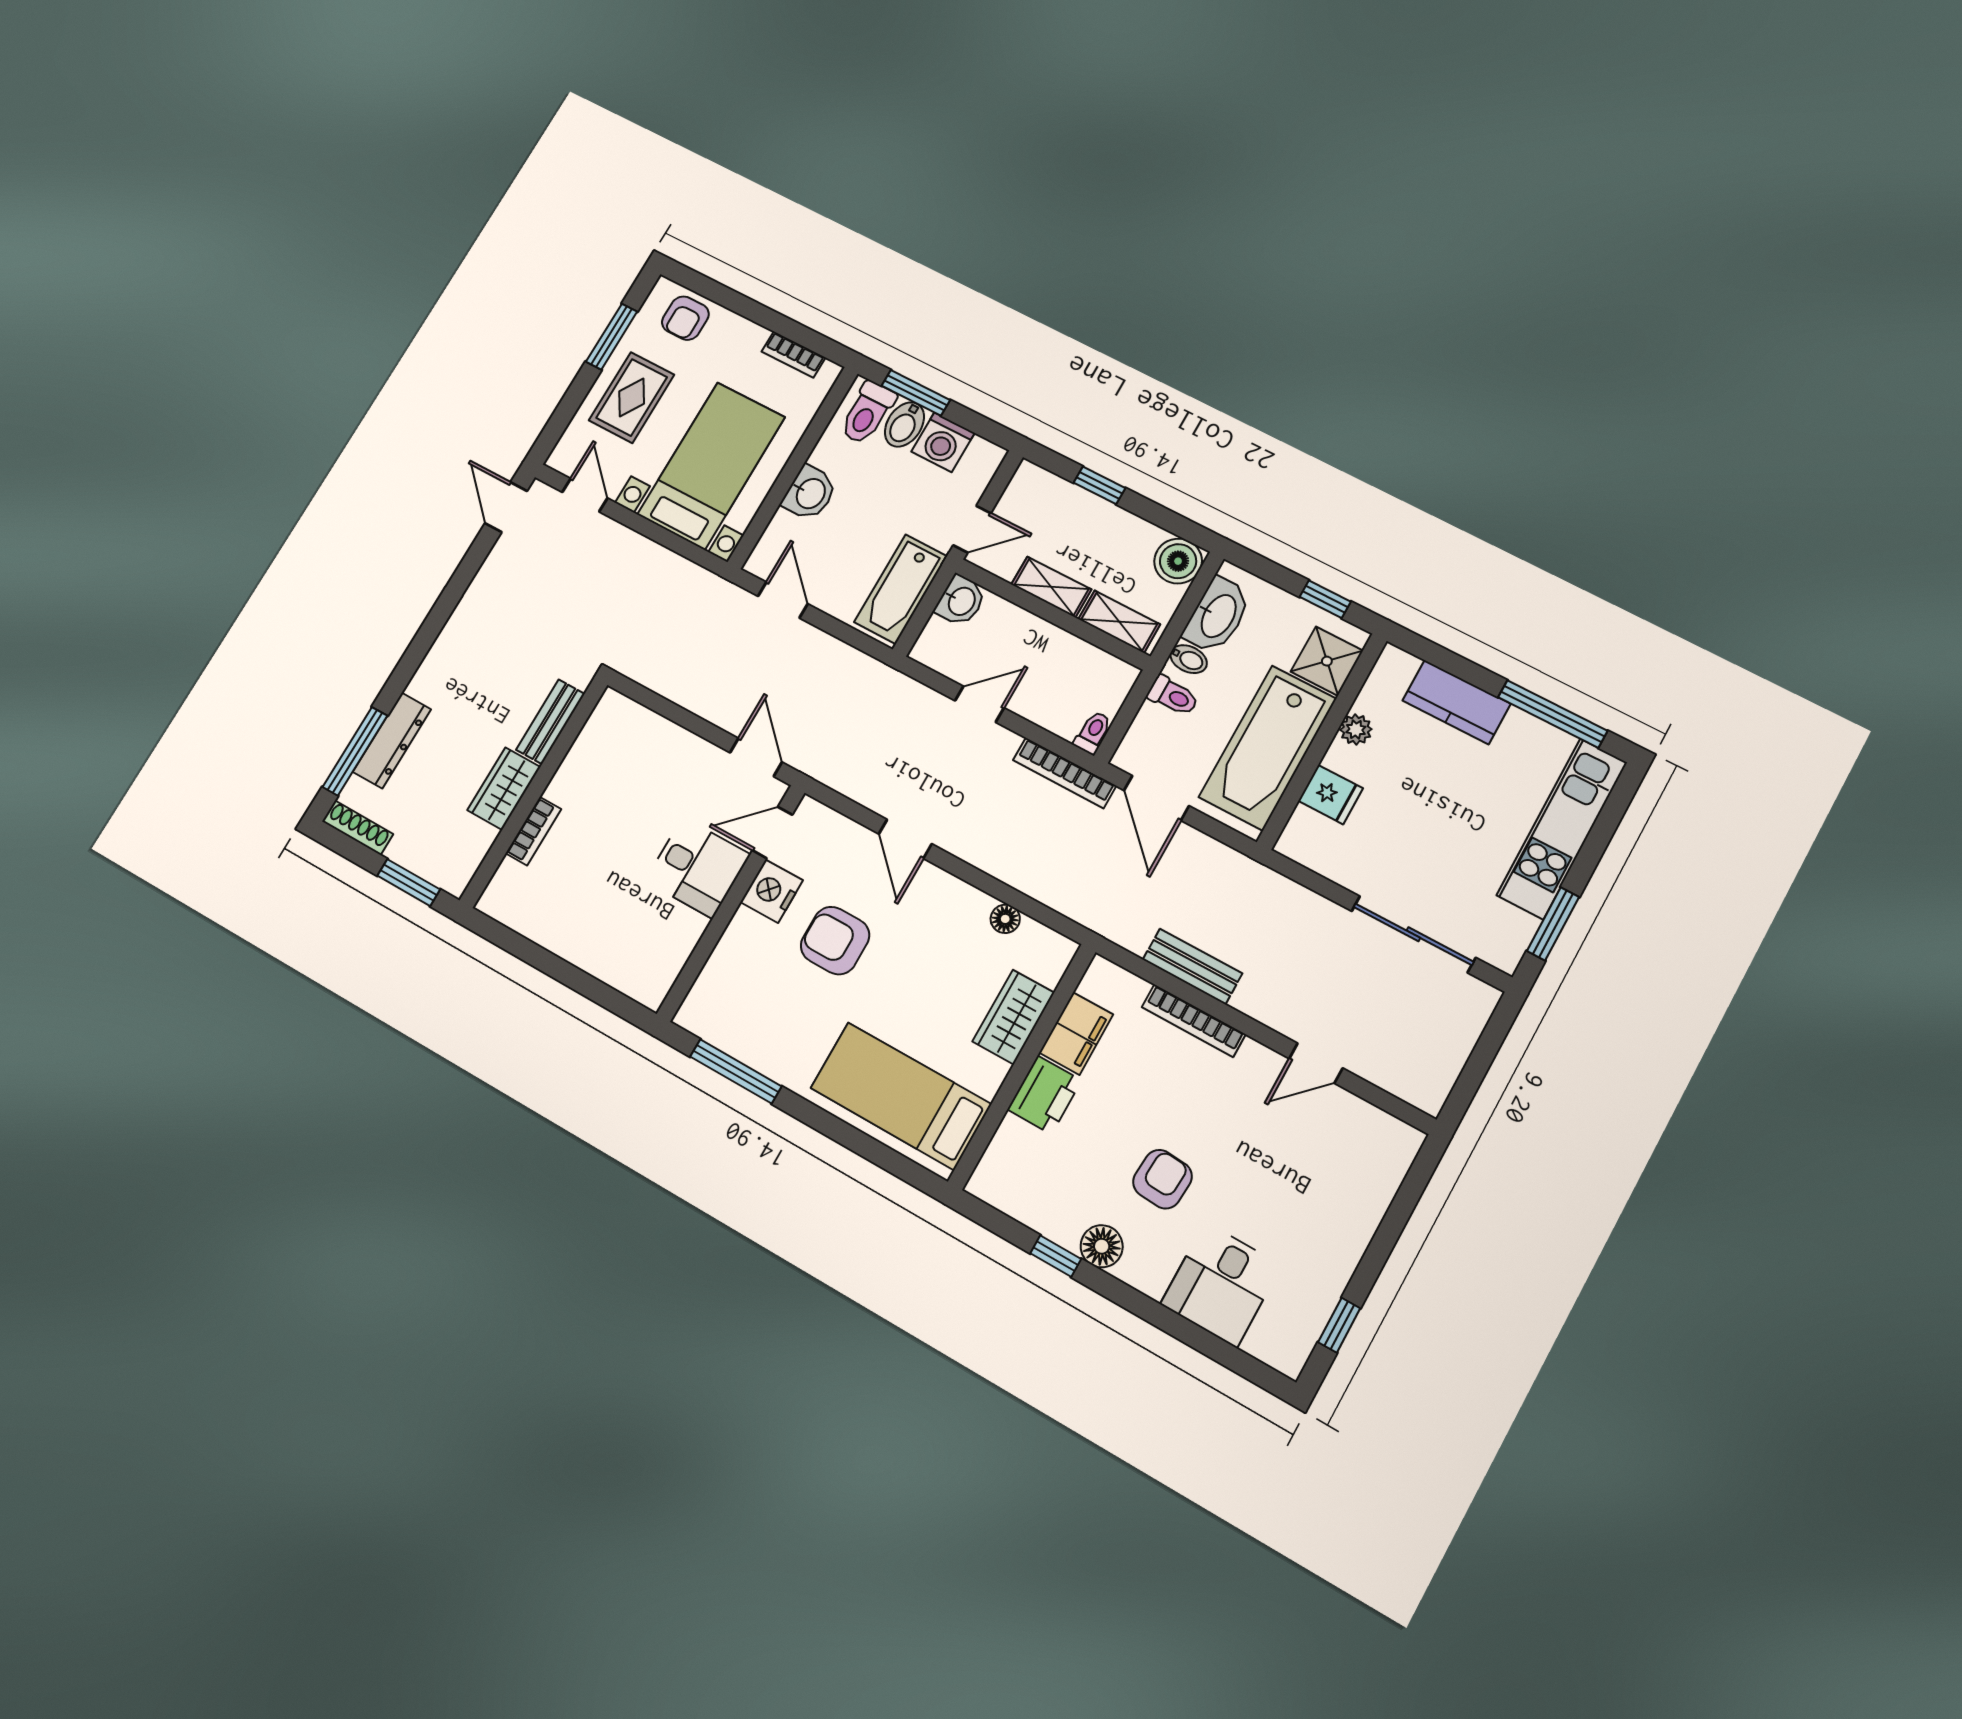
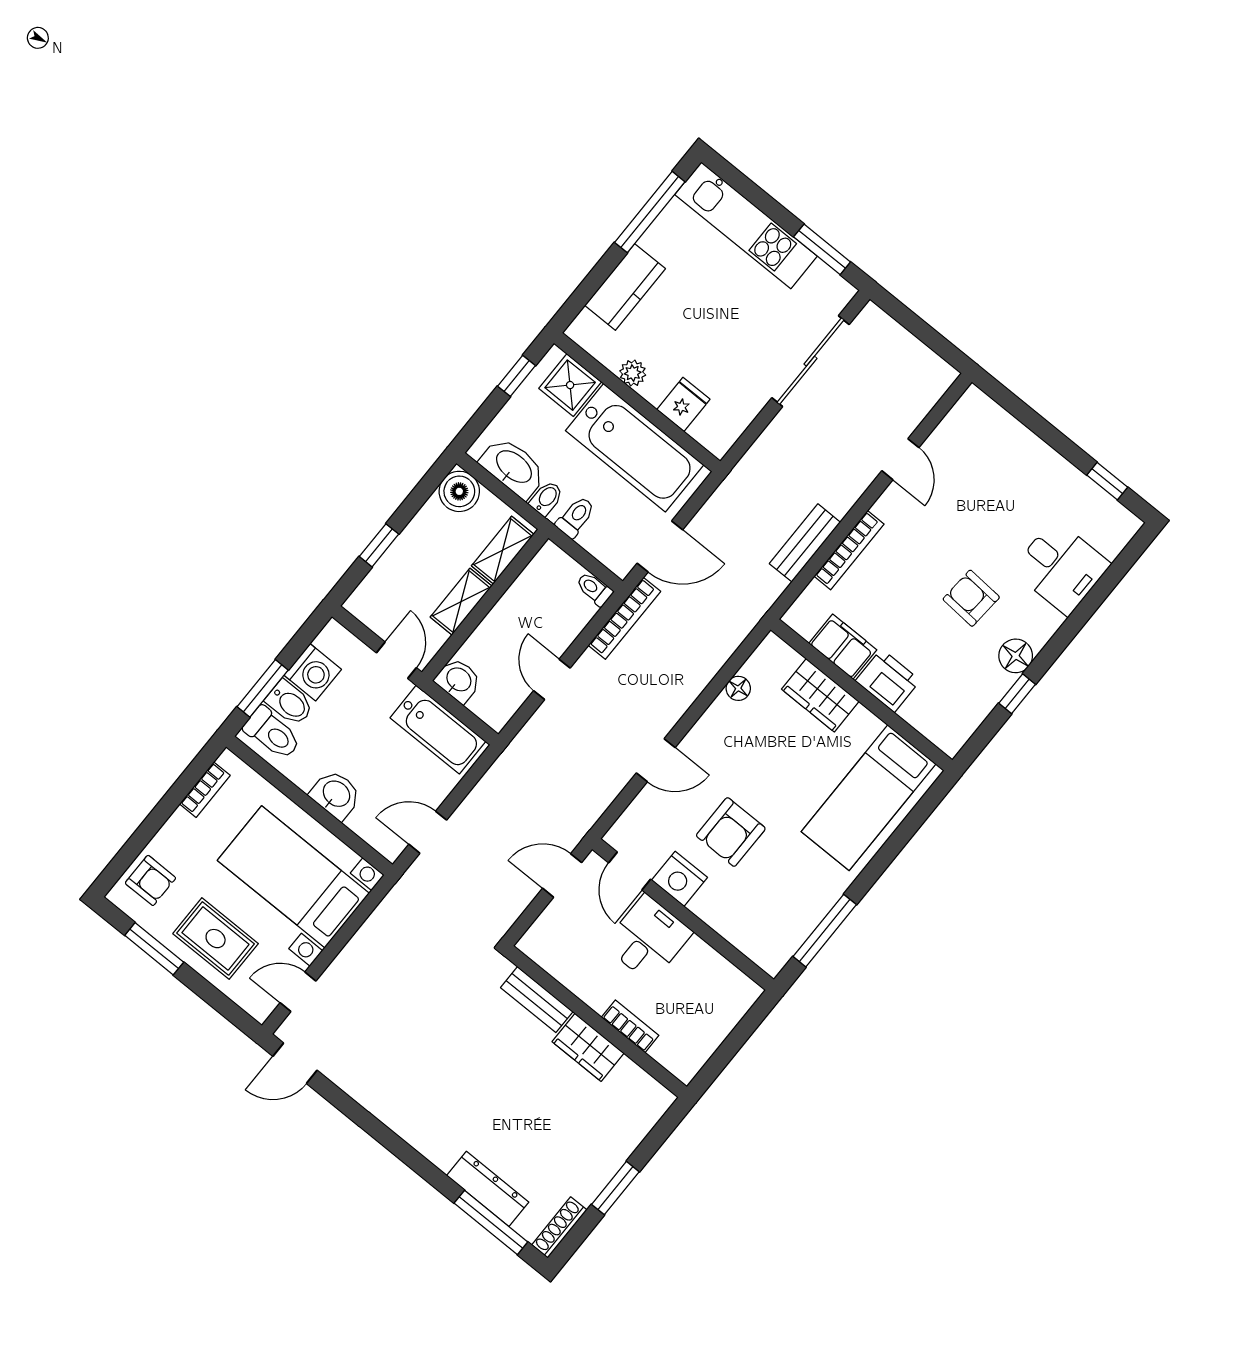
bench: (550, 722) -> (537, 1000), moved
wardrobe: (504, 789) -> (588, 1047), moved
wall: (534, 792) -> (596, 1022), moved
bookcase: (533, 831) -> (630, 1026), moved

